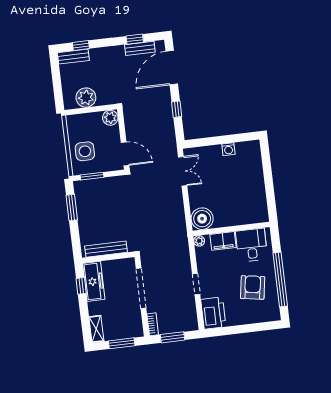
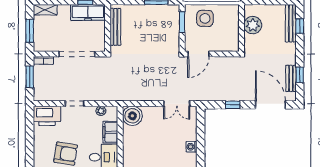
bench: (73, 57) -> (291, 23), width x1.36
plant: (110, 118) -> (232, 45), removed
plant: (199, 241) -> (101, 111), moved

